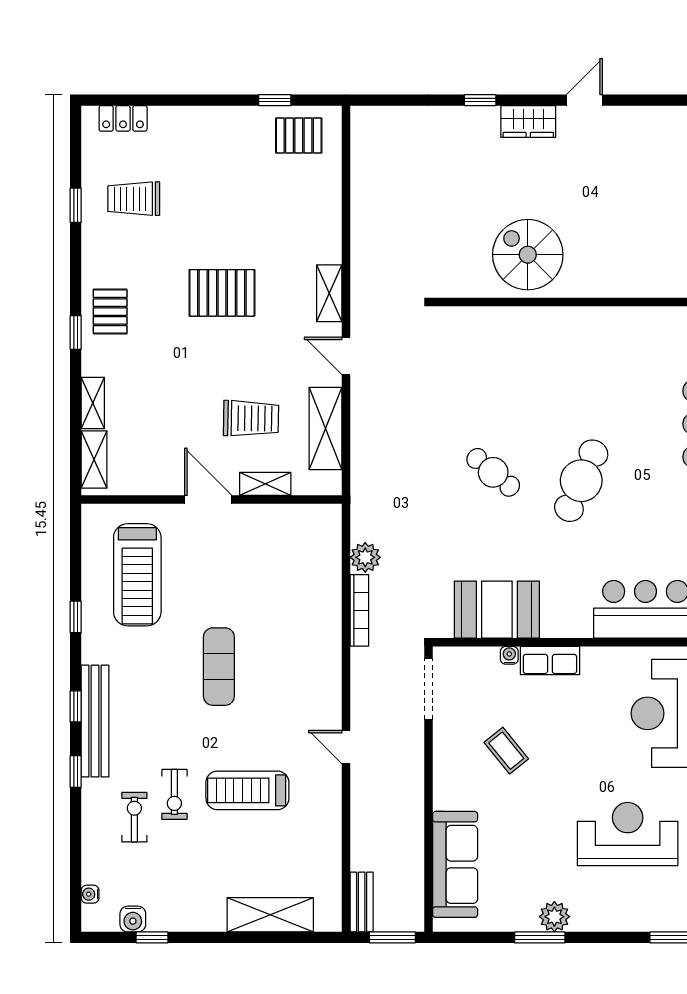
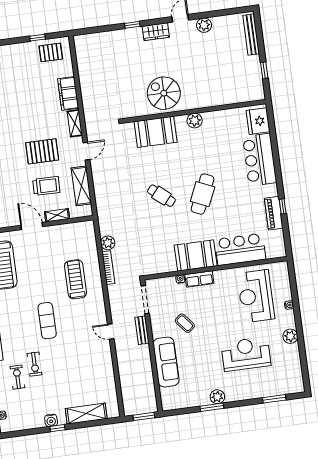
plant: (633, 121) -> (204, 25), added
filing cabinet: (324, 228) -> (68, 94), added
pallet: (222, 293) -> (42, 151), moved
plant: (585, 322) -> (195, 121), added
booth: (499, 335) -> (156, 132), added
door: (346, 356) -> (86, 151), swing flipped
booth: (497, 610) -> (196, 256), moved
exercise mat: (219, 667) -> (47, 321), moved
treadmill: (247, 790) -> (76, 279), moved, turned 90
sofa: (455, 864) -> (166, 362), moved
bench: (362, 902) -> (142, 330), moved
water cooler: (133, 919) -> (51, 420), moved
window: (152, 937) -> (57, 428), moved

